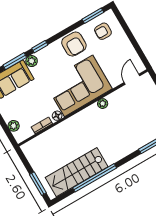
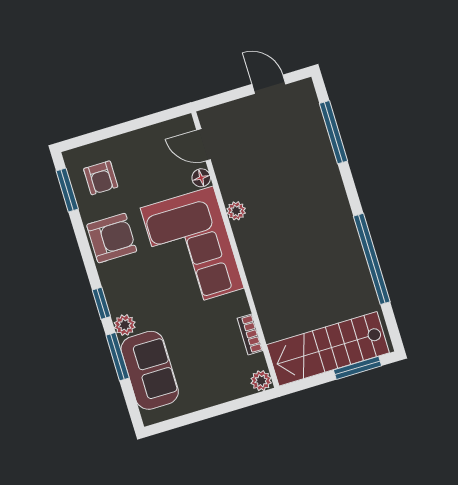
floor lamp: (57, 116) -> (201, 178), moved
plant: (14, 126) -> (261, 381), moved
stairs: (77, 172) -> (328, 349), moved, turned 90

